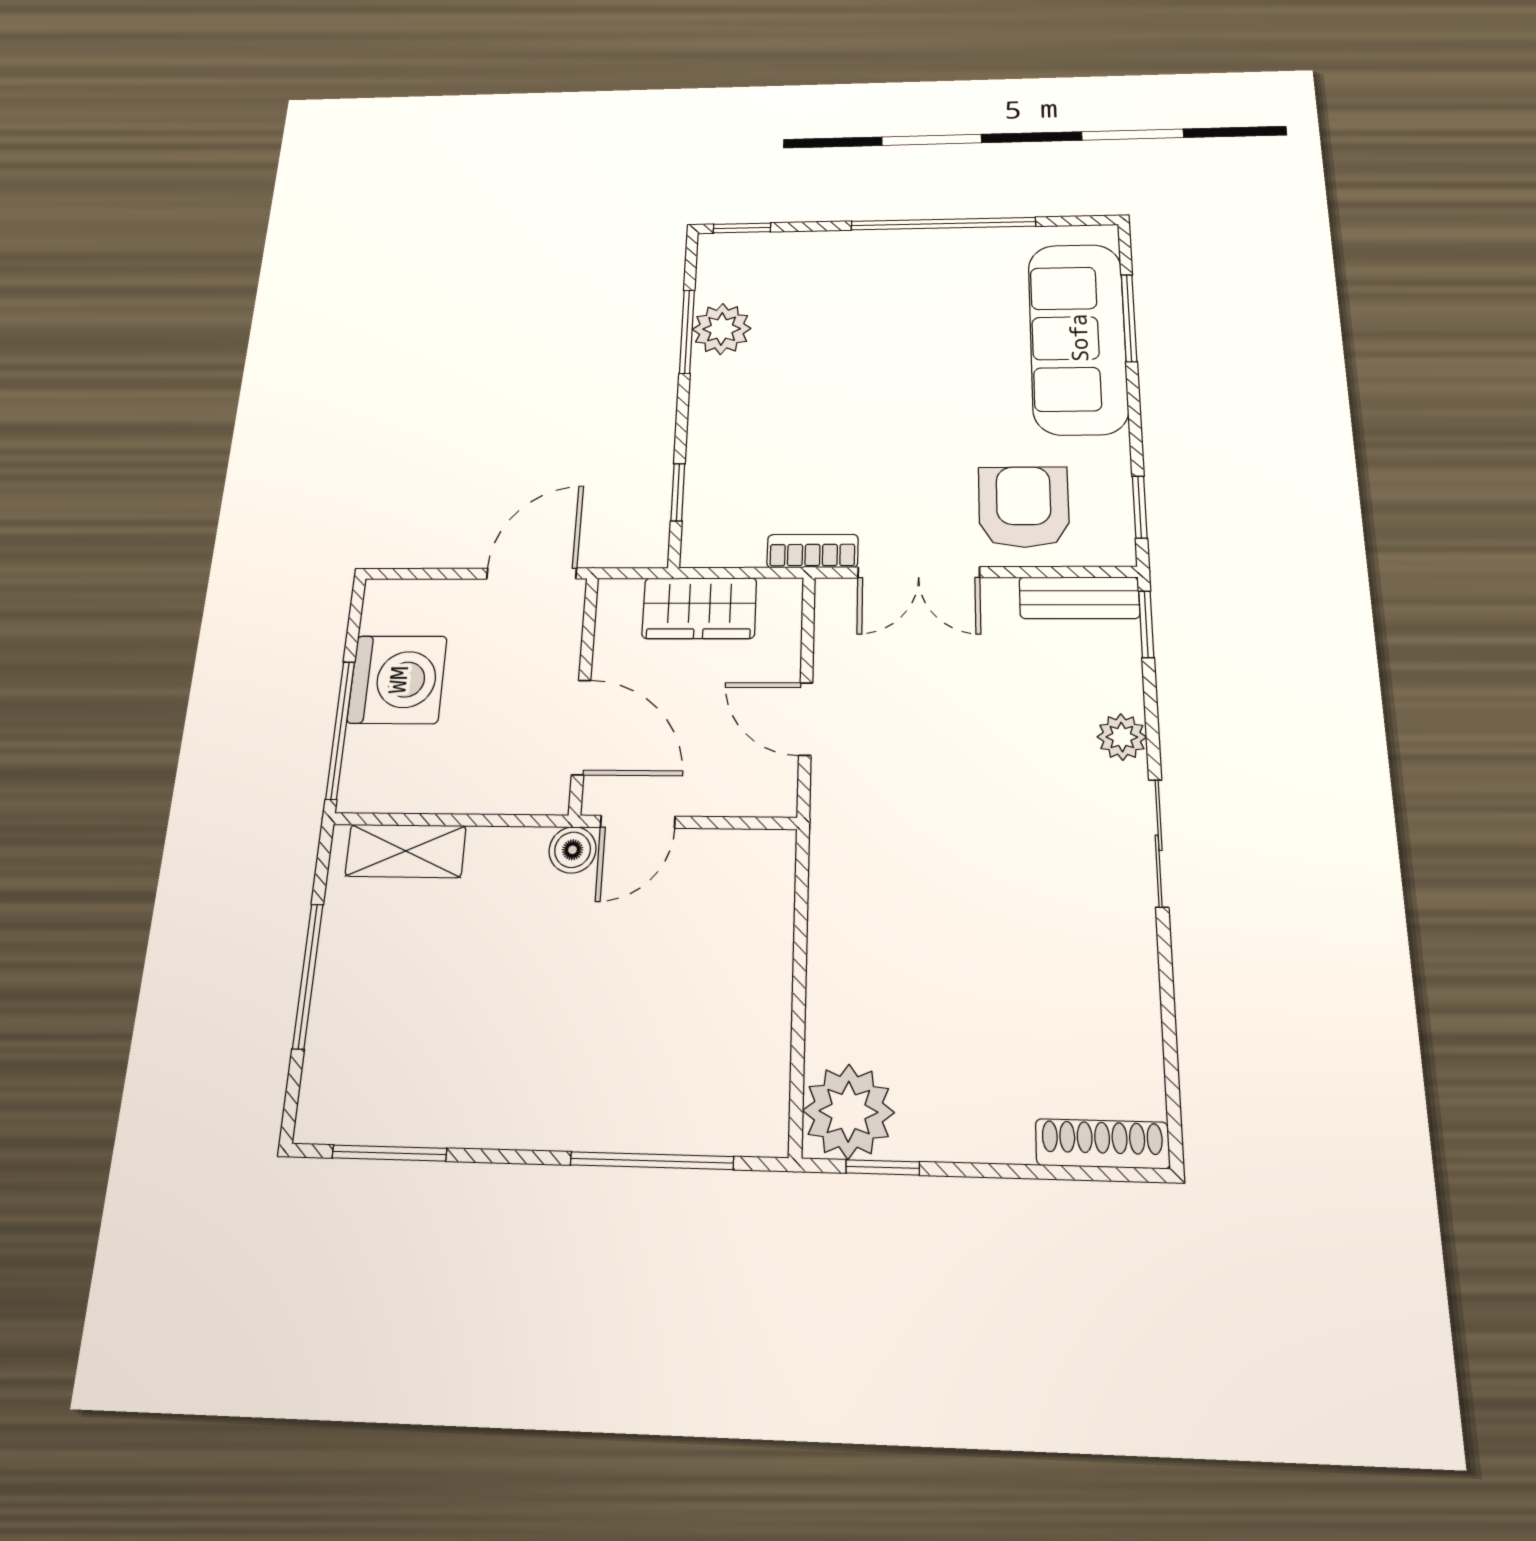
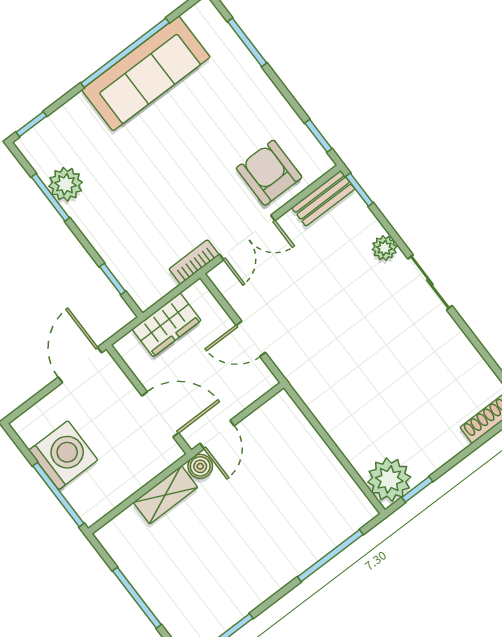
sofa: (1078, 338) -> (146, 73), moved, turned -90
shelving: (406, 851) -> (165, 495), moved

